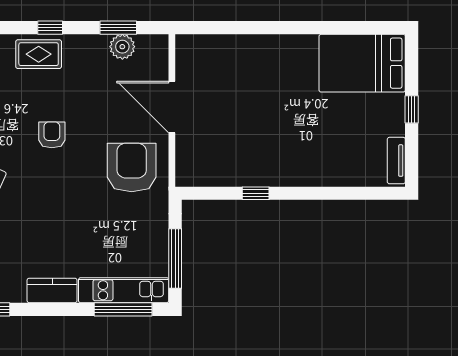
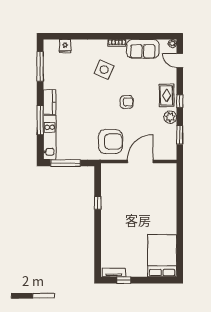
plant: (122, 47) -> (170, 117), moved
window: (412, 109) -> (124, 280), moved
window: (123, 309) -> (40, 120), moved

